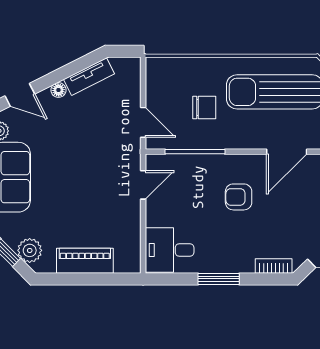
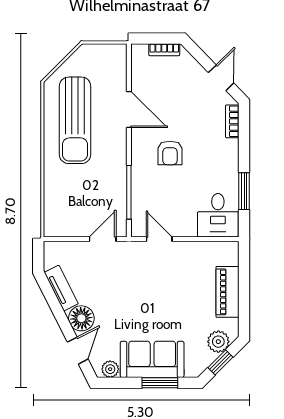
floor lamp: (58, 90) -> (81, 318), width x1.89, depth x1.89
chair: (204, 108) -> (89, 184), removed
window: (219, 279) -> (244, 191), moved

